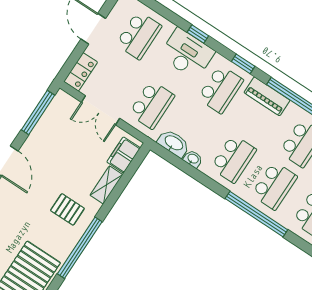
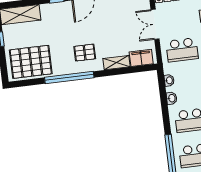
washbasin: (174, 143) -> (169, 80), width x0.52, depth x0.69
pallet: (67, 209) -> (85, 53), turned 90

